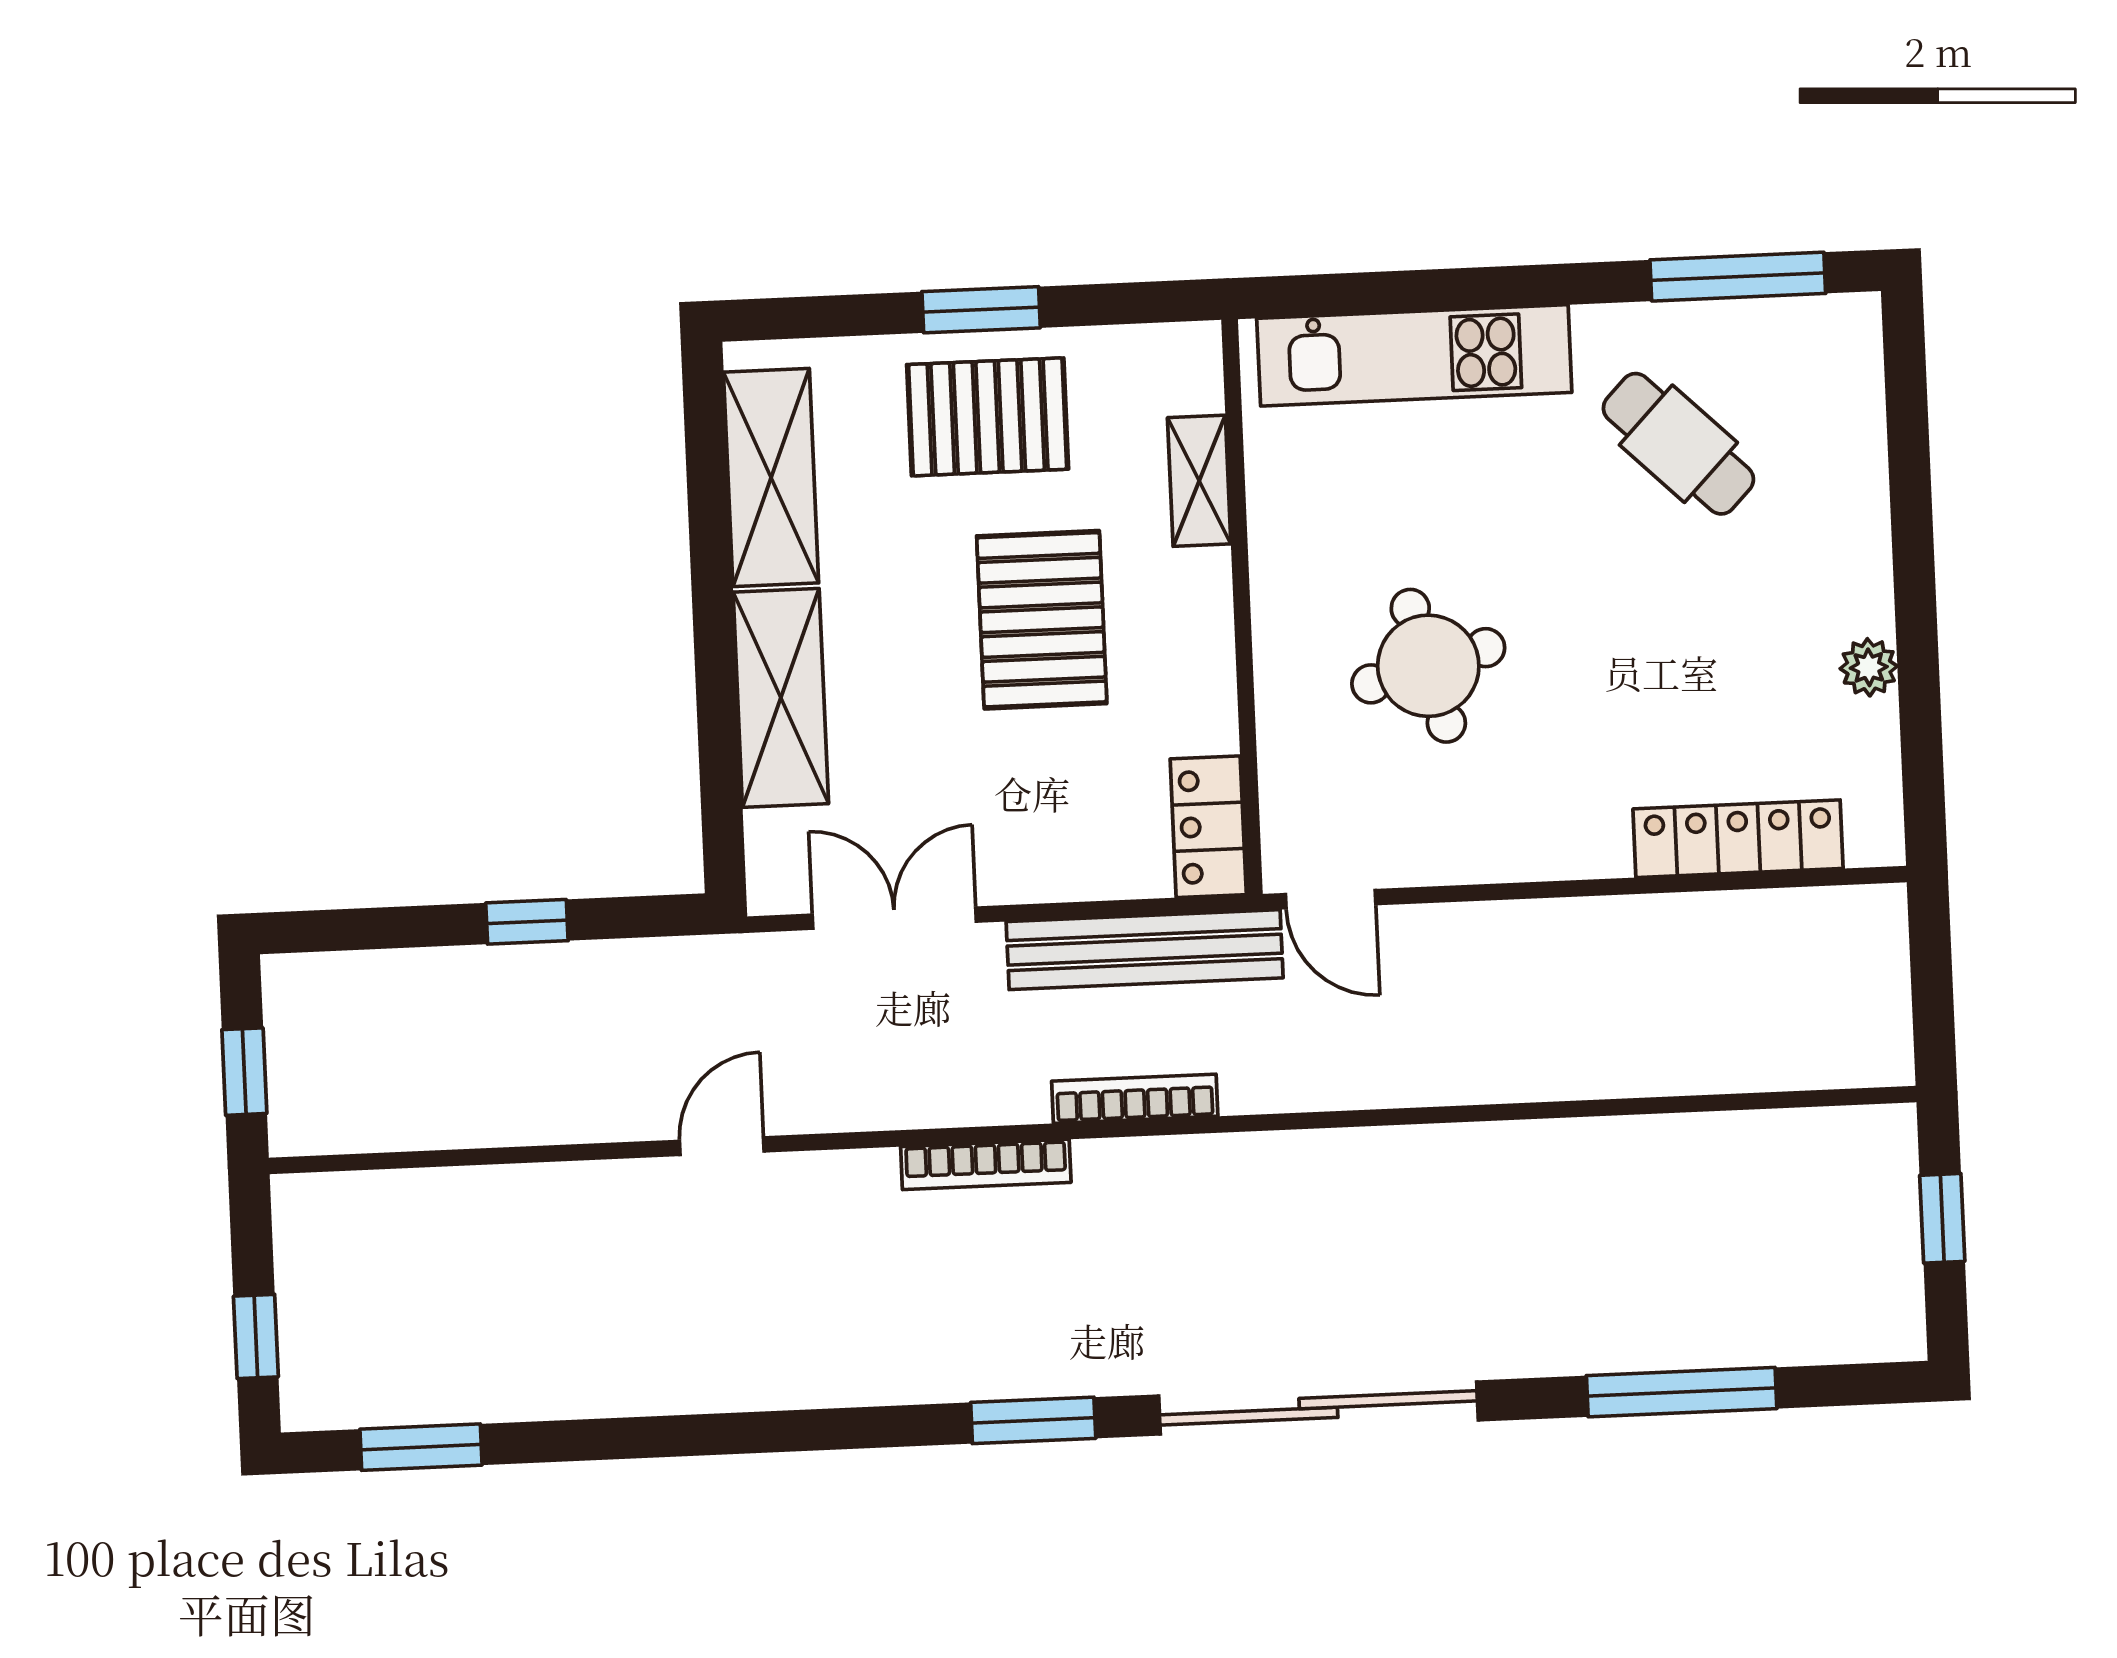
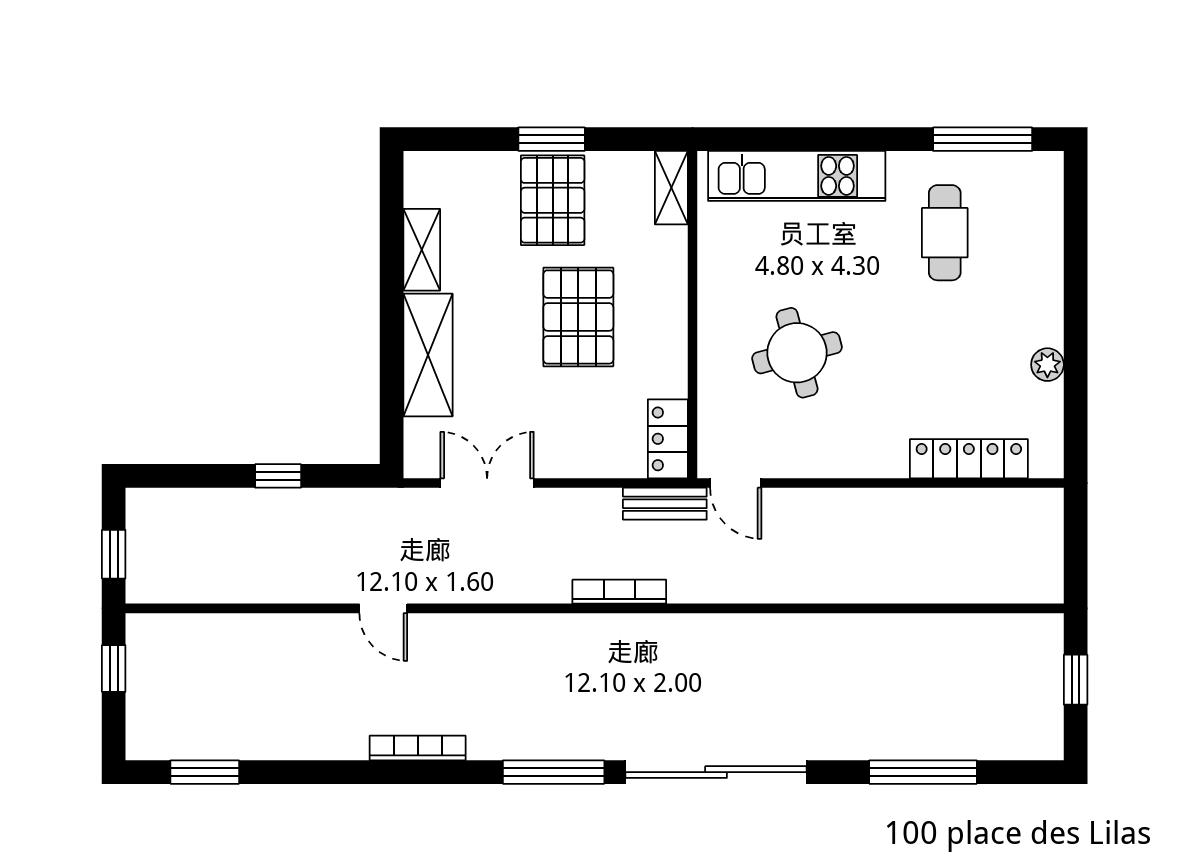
pallet: (988, 417) -> (553, 200), turned 90
cafe table: (1678, 444) -> (945, 233), turned 46
shelving: (771, 477) -> (422, 250), width x0.67, depth x0.75
shelving: (1199, 481) -> (671, 188), moved
bench: (1145, 950) -> (665, 504), width x0.54, depth x0.82
door: (722, 1146) -> (383, 608), swing flipped
bookcase: (986, 1164) -> (418, 748), moved, turned 180
window: (256, 1336) -> (114, 669), moved
window: (1033, 1420) -> (554, 772), width x1.44

